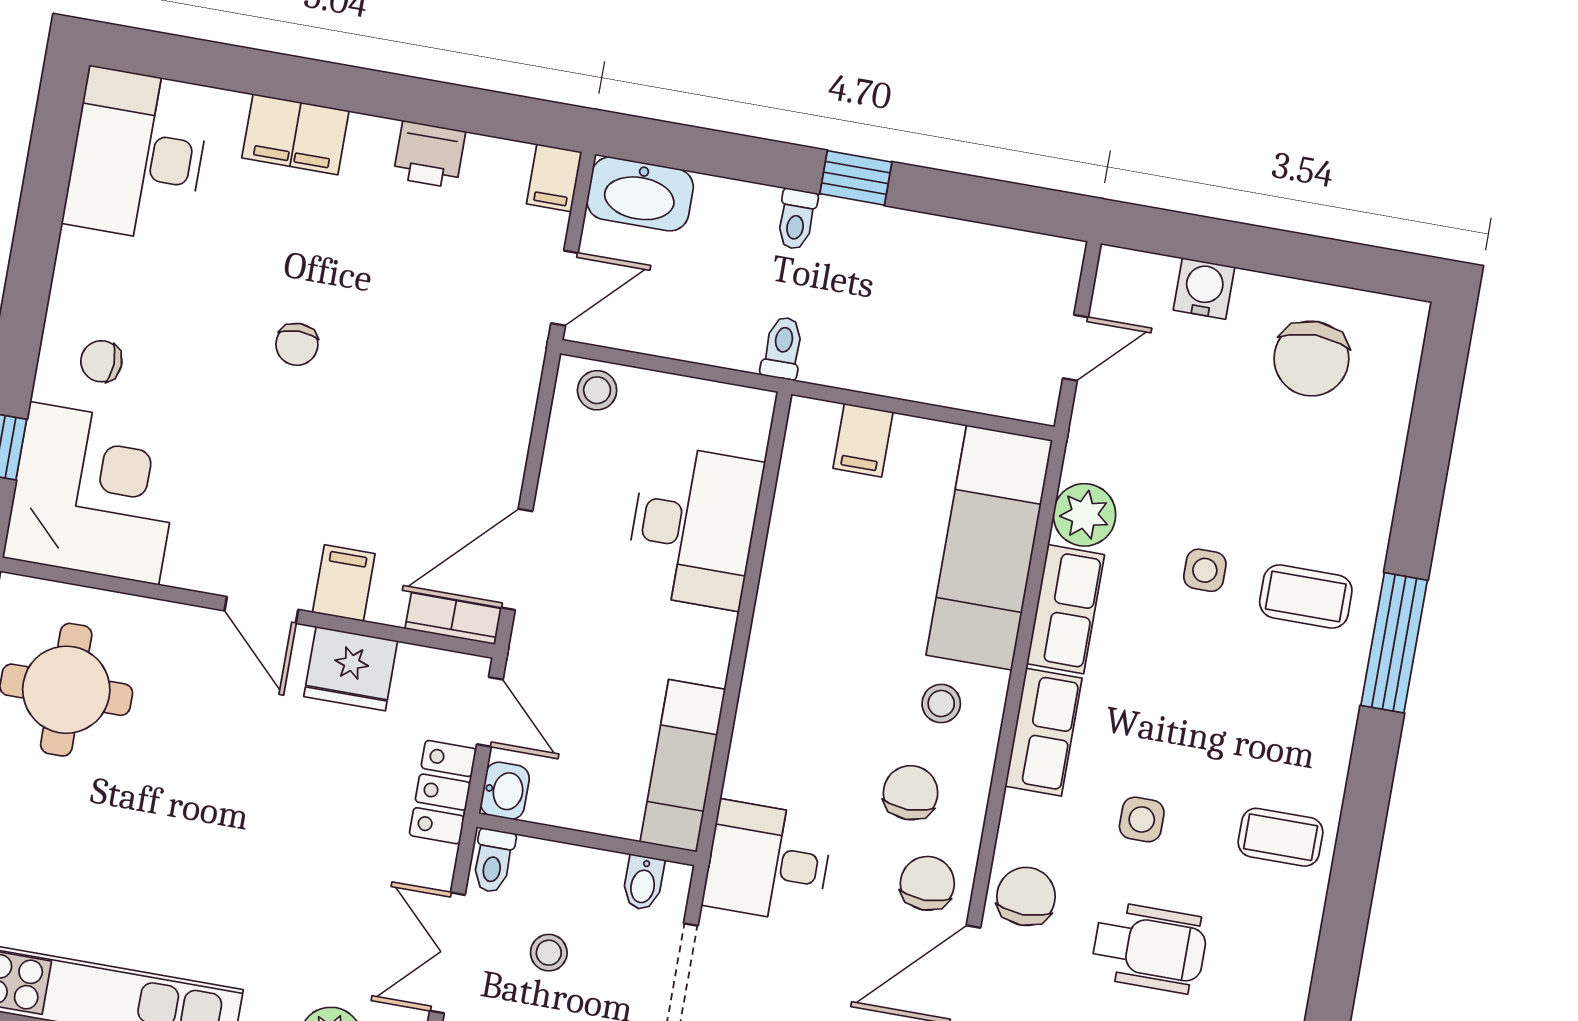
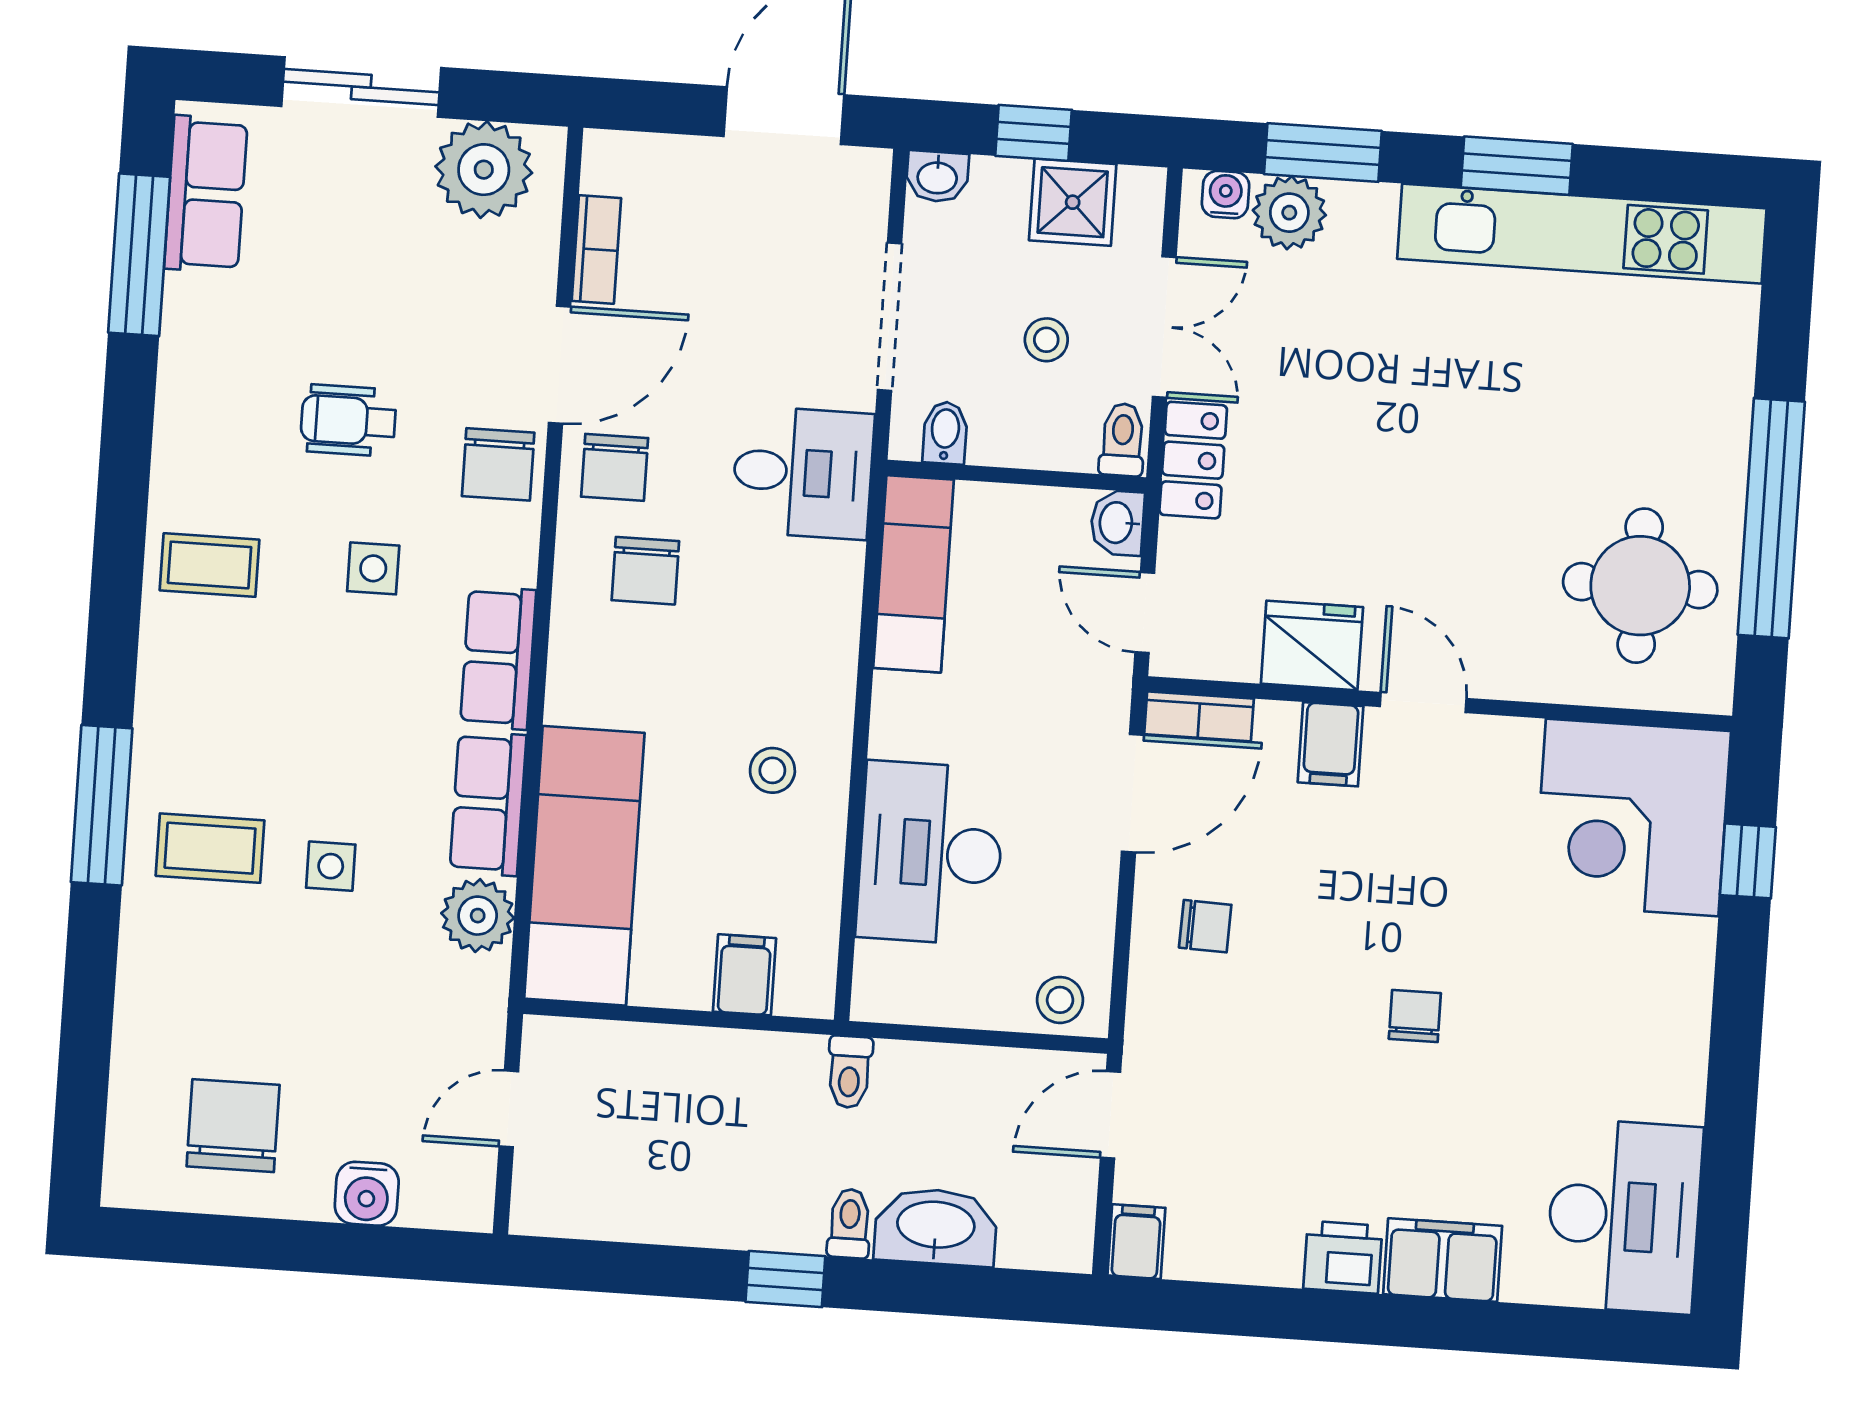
printer: (429, 154) -> (1343, 1257), moved
washbasin: (640, 194) -> (936, 1227), moved
chair: (101, 361) -> (1205, 926), moved
stool: (941, 704) -> (772, 770), moved
locker: (443, 792) -> (1193, 460), moved
wheelchair: (1150, 948) -> (348, 420), width x0.73, depth x0.73

